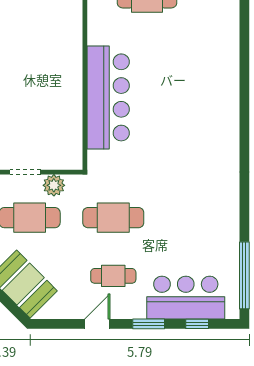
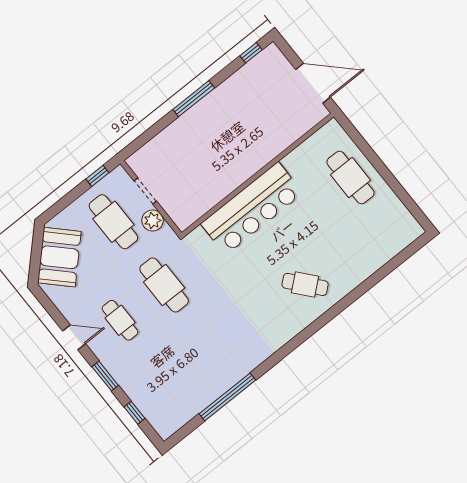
cafe table: (204, 104) -> (305, 284), added
window: (244, 275) -> (227, 397), moved
bar counter: (186, 298) -> (148, 388), removed

